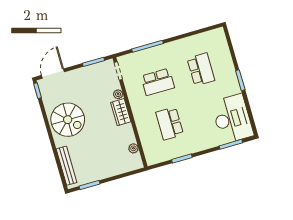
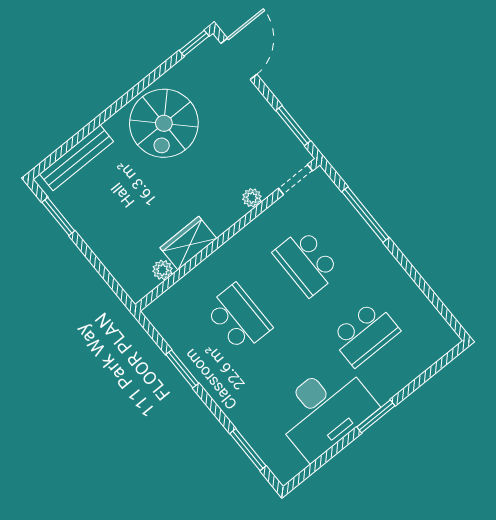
door: (53, 74) -> (239, 59), hinge flipped
wardrobe: (121, 112) -> (188, 243), moved
desk: (232, 119) -> (324, 410), moved
school desk: (170, 123) -> (238, 318), turned 90

